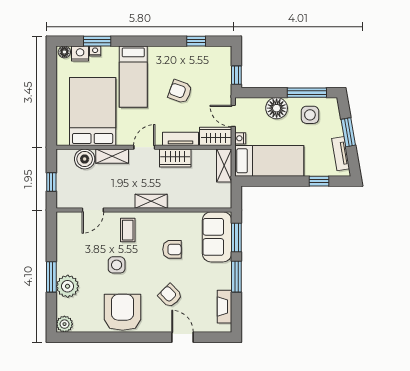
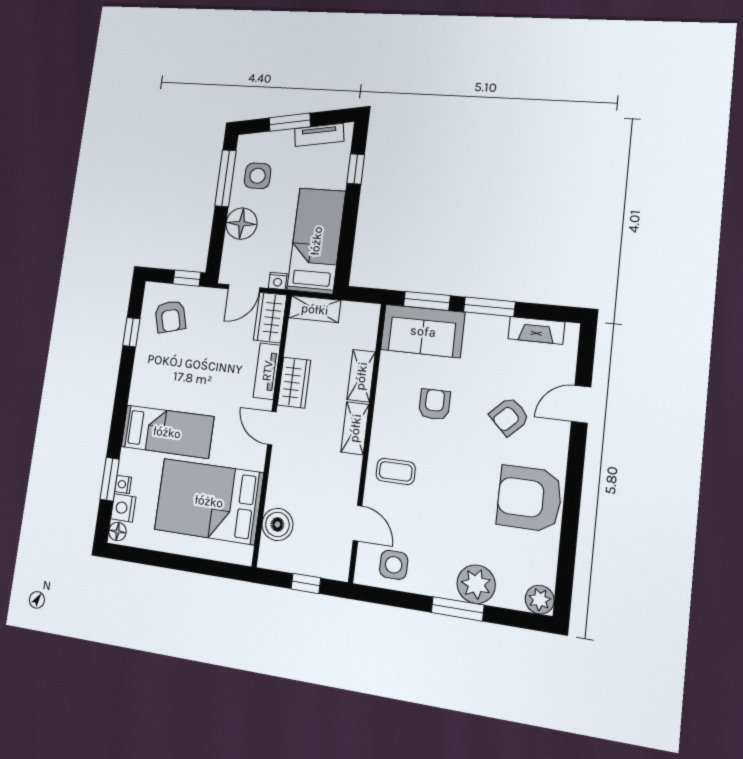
armchair: (180, 92) -> (170, 316), moved, turned -35
shelving: (112, 156) -> (361, 376), moved
side table: (117, 265) -> (394, 565), moved

